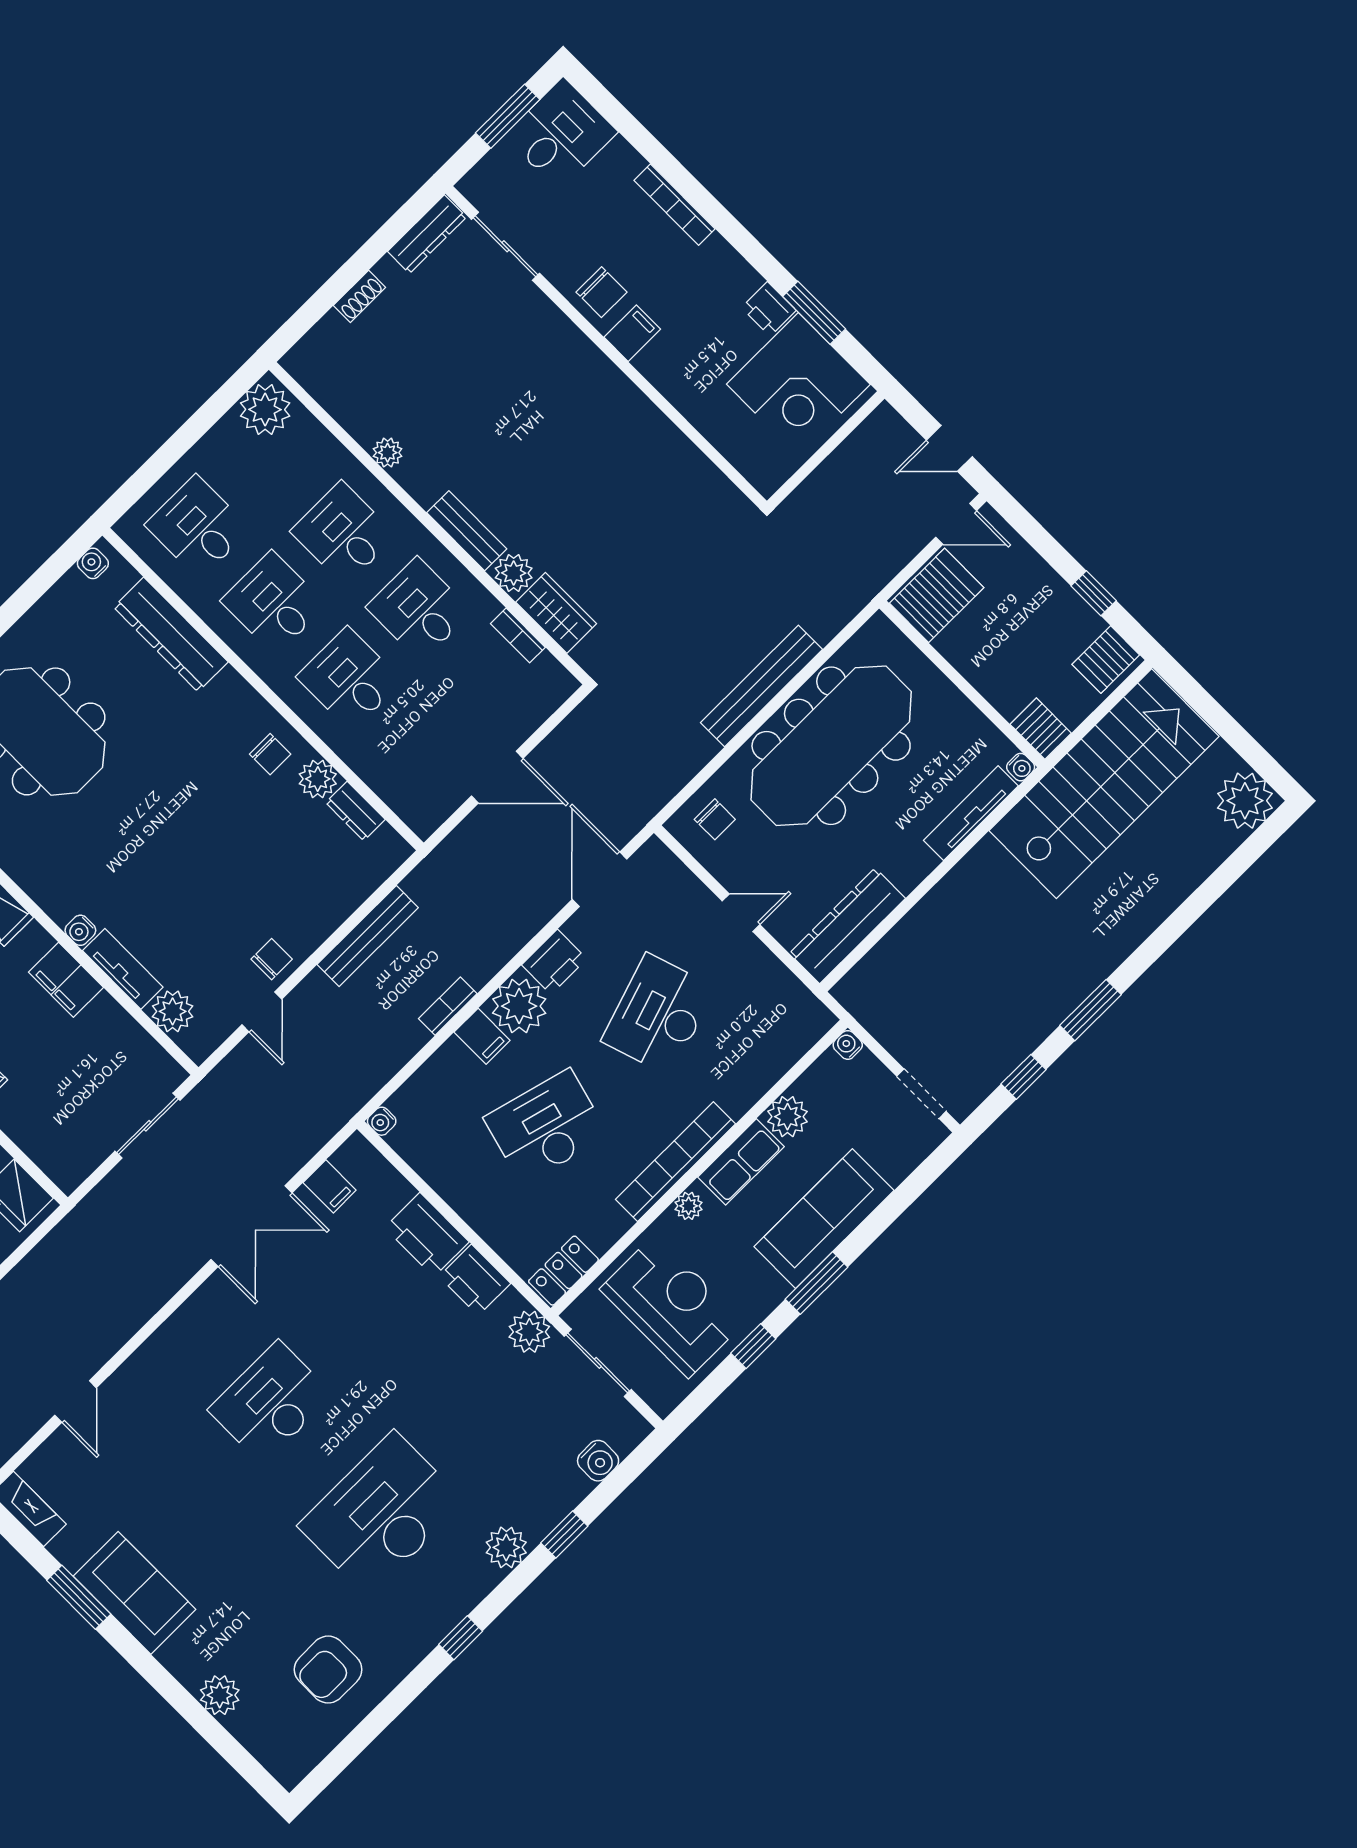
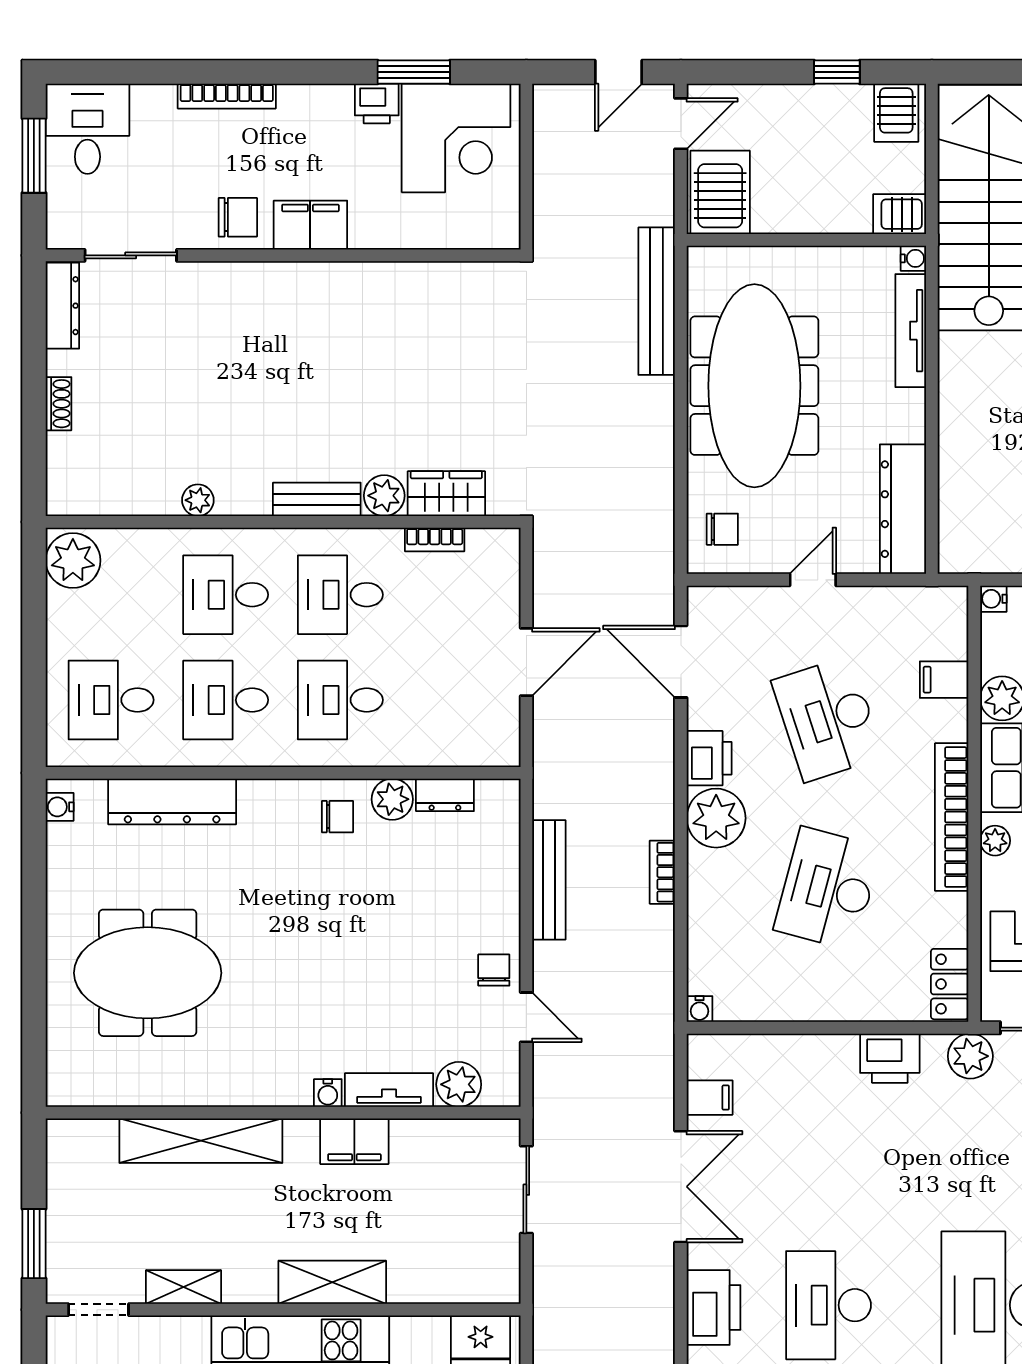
filing cabinet: (632, 333) -> (310, 225), width x2.00
bench: (762, 686) -> (657, 301), moved
filing cabinet: (482, 1036) -> (944, 680), moved, turned 180
printer: (427, 1235) -> (713, 1308), moved, turned -90

